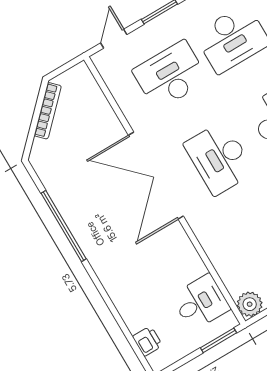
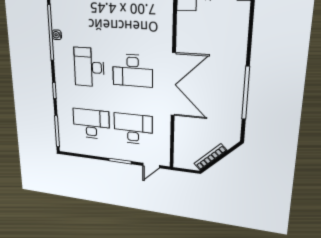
desk: (170, 75) -> (133, 129), turned 180
desk: (219, 158) -> (133, 71), turned 90

